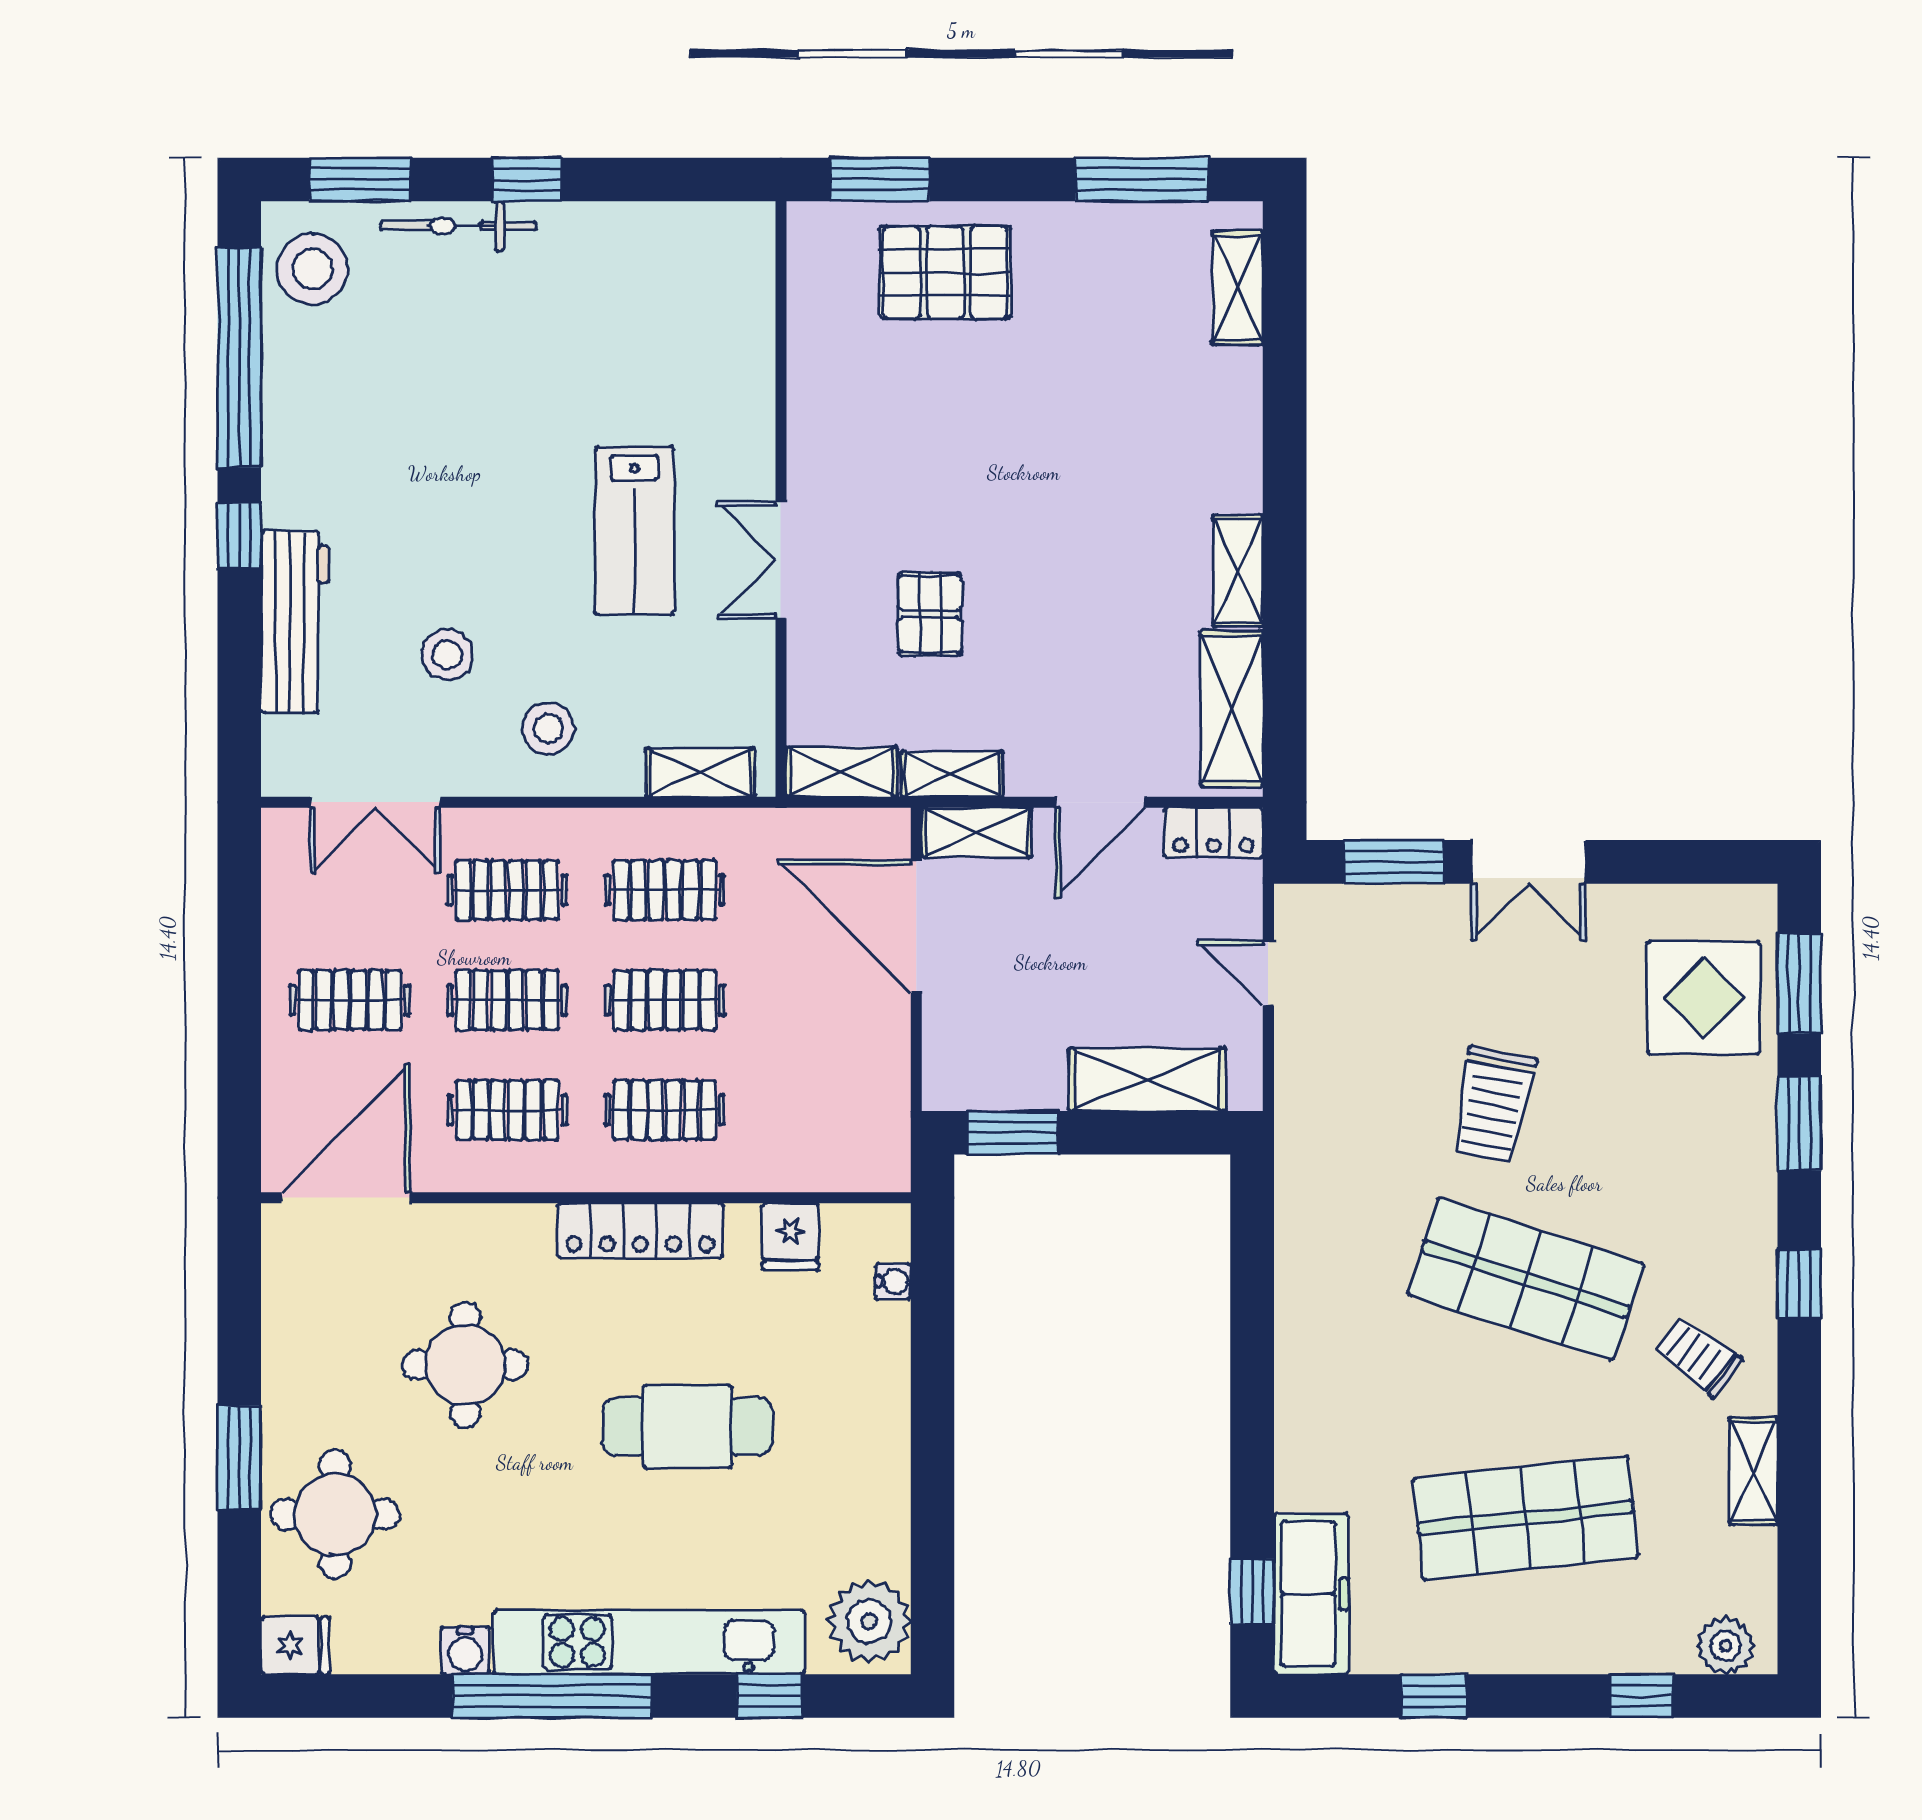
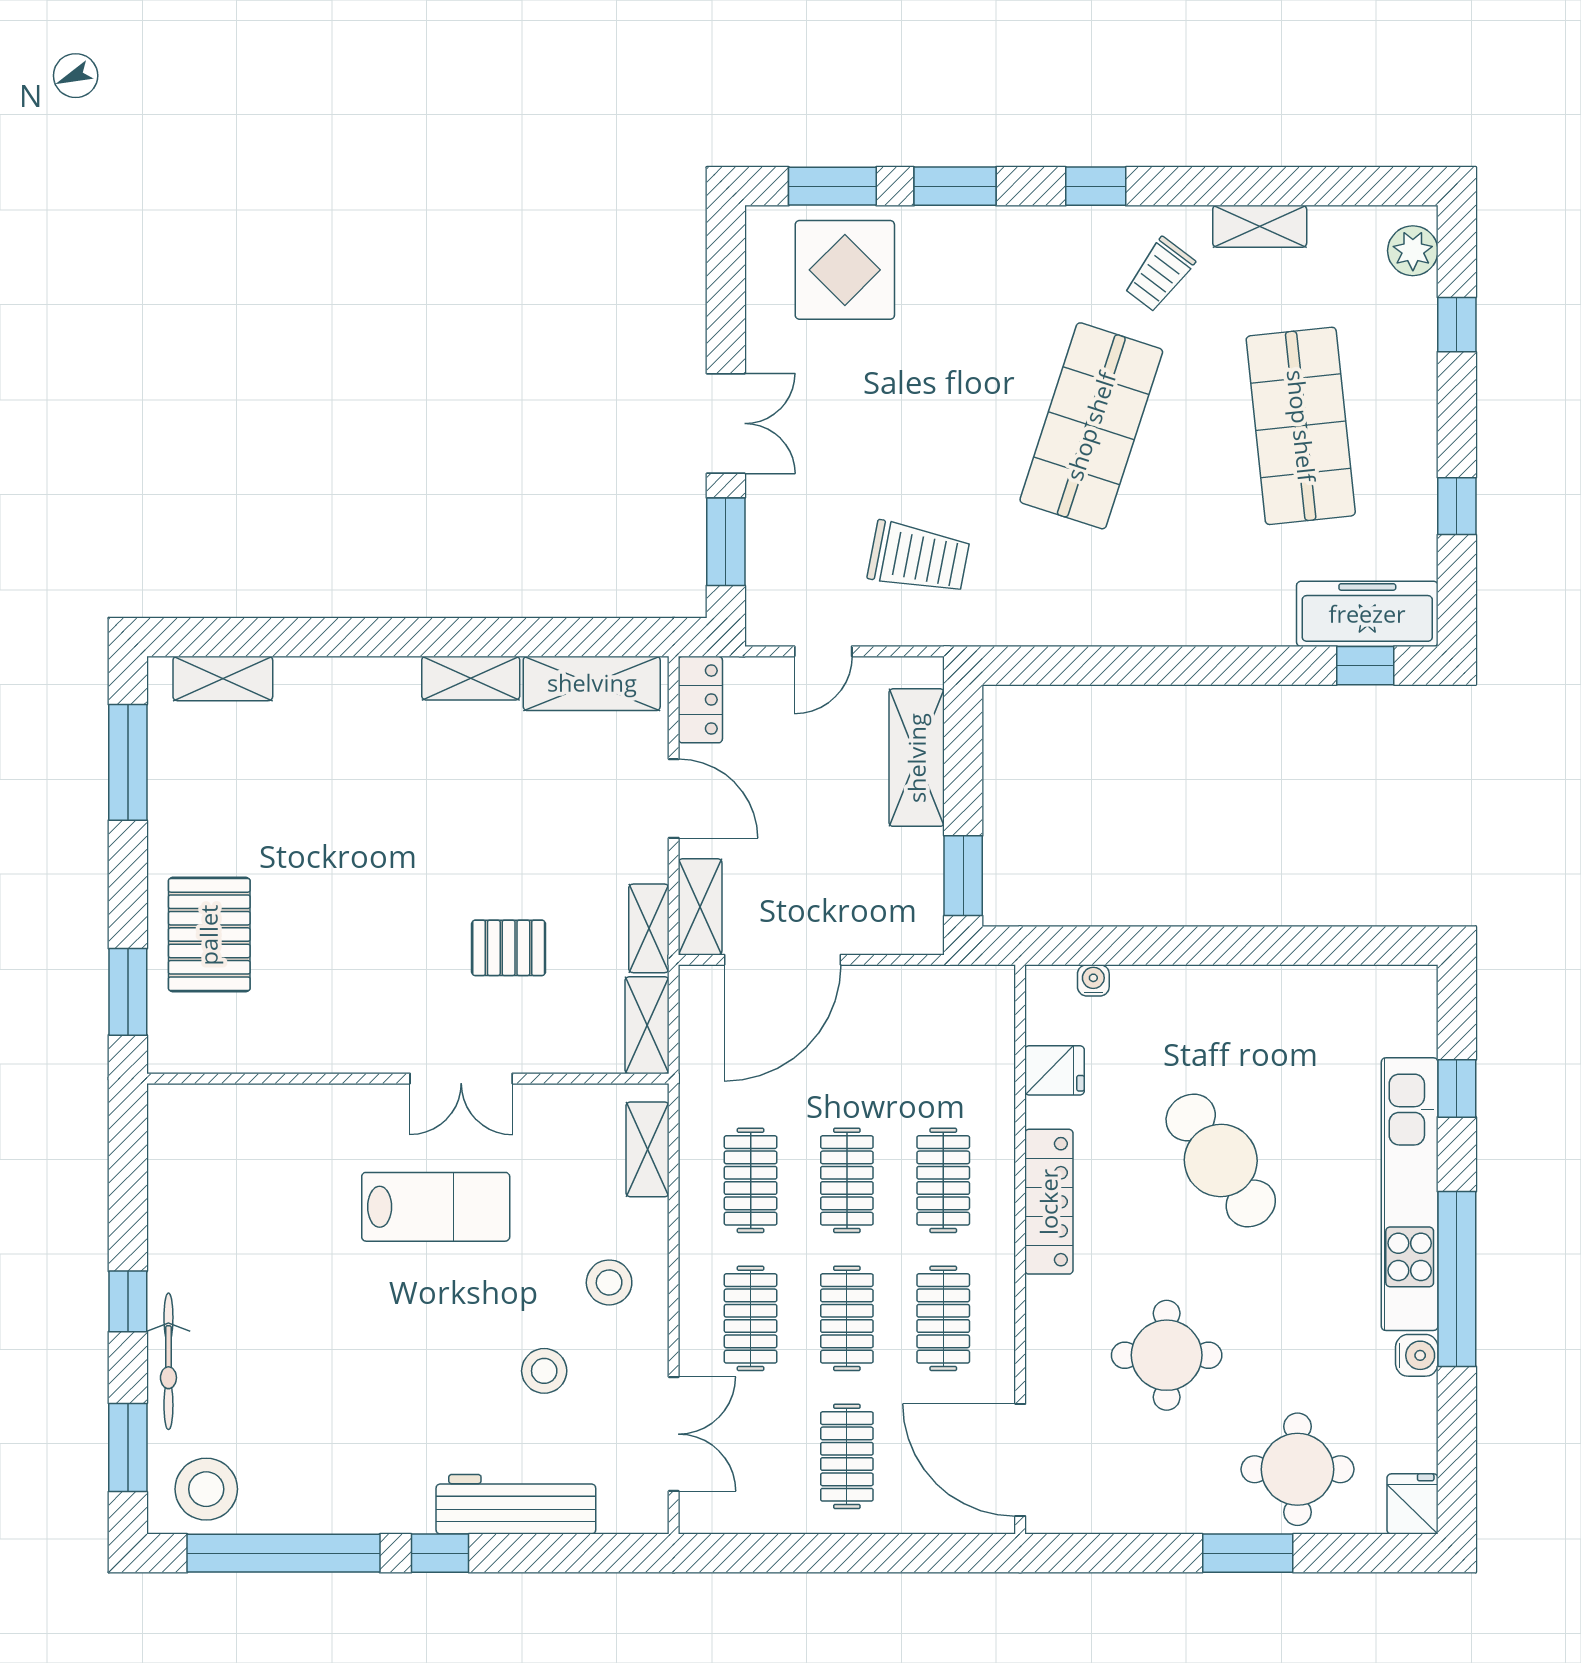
trolley: (1493, 1105) -> (919, 558), moved
cafe table: (687, 1427) -> (1221, 1160), turned -35
plant: (869, 1621) -> (1391, 1001), removed

